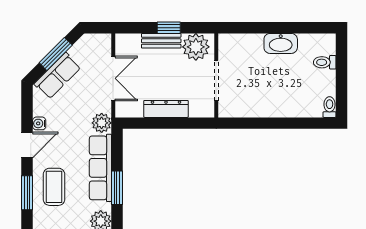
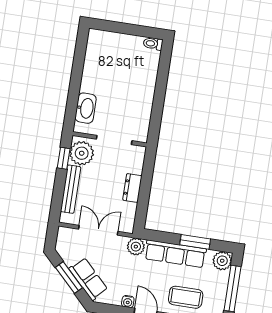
window: (169, 28) -> (64, 158), moved
bench: (161, 41) -> (71, 189), width x1.36
washbasin: (281, 43) -> (86, 108), moved
toilet: (325, 62) -> (113, 42), removed
dresser: (166, 109) -> (132, 188), width x0.70

